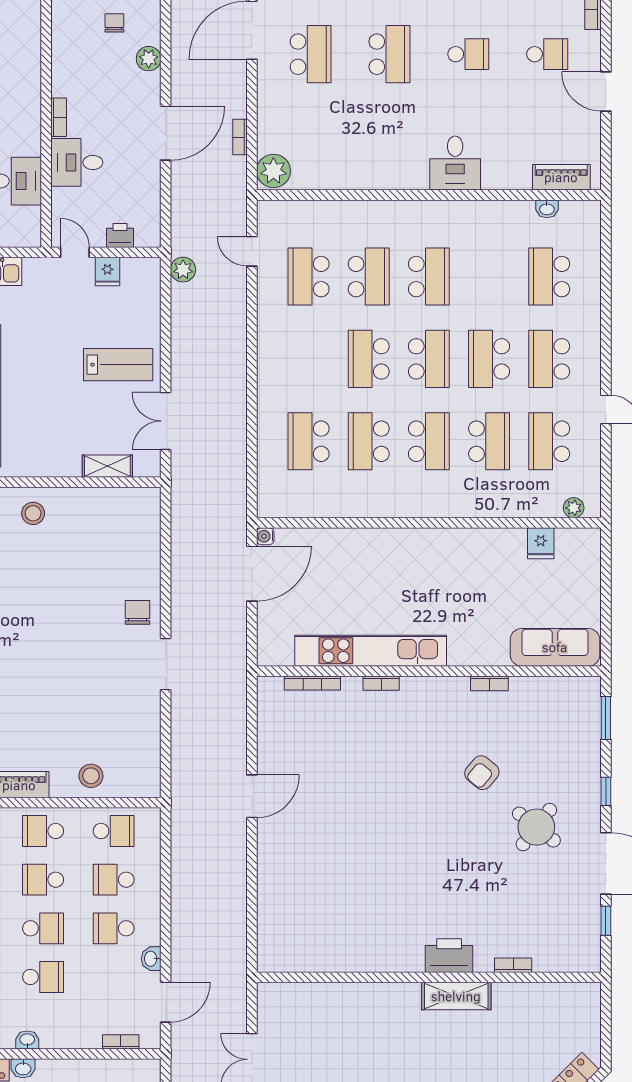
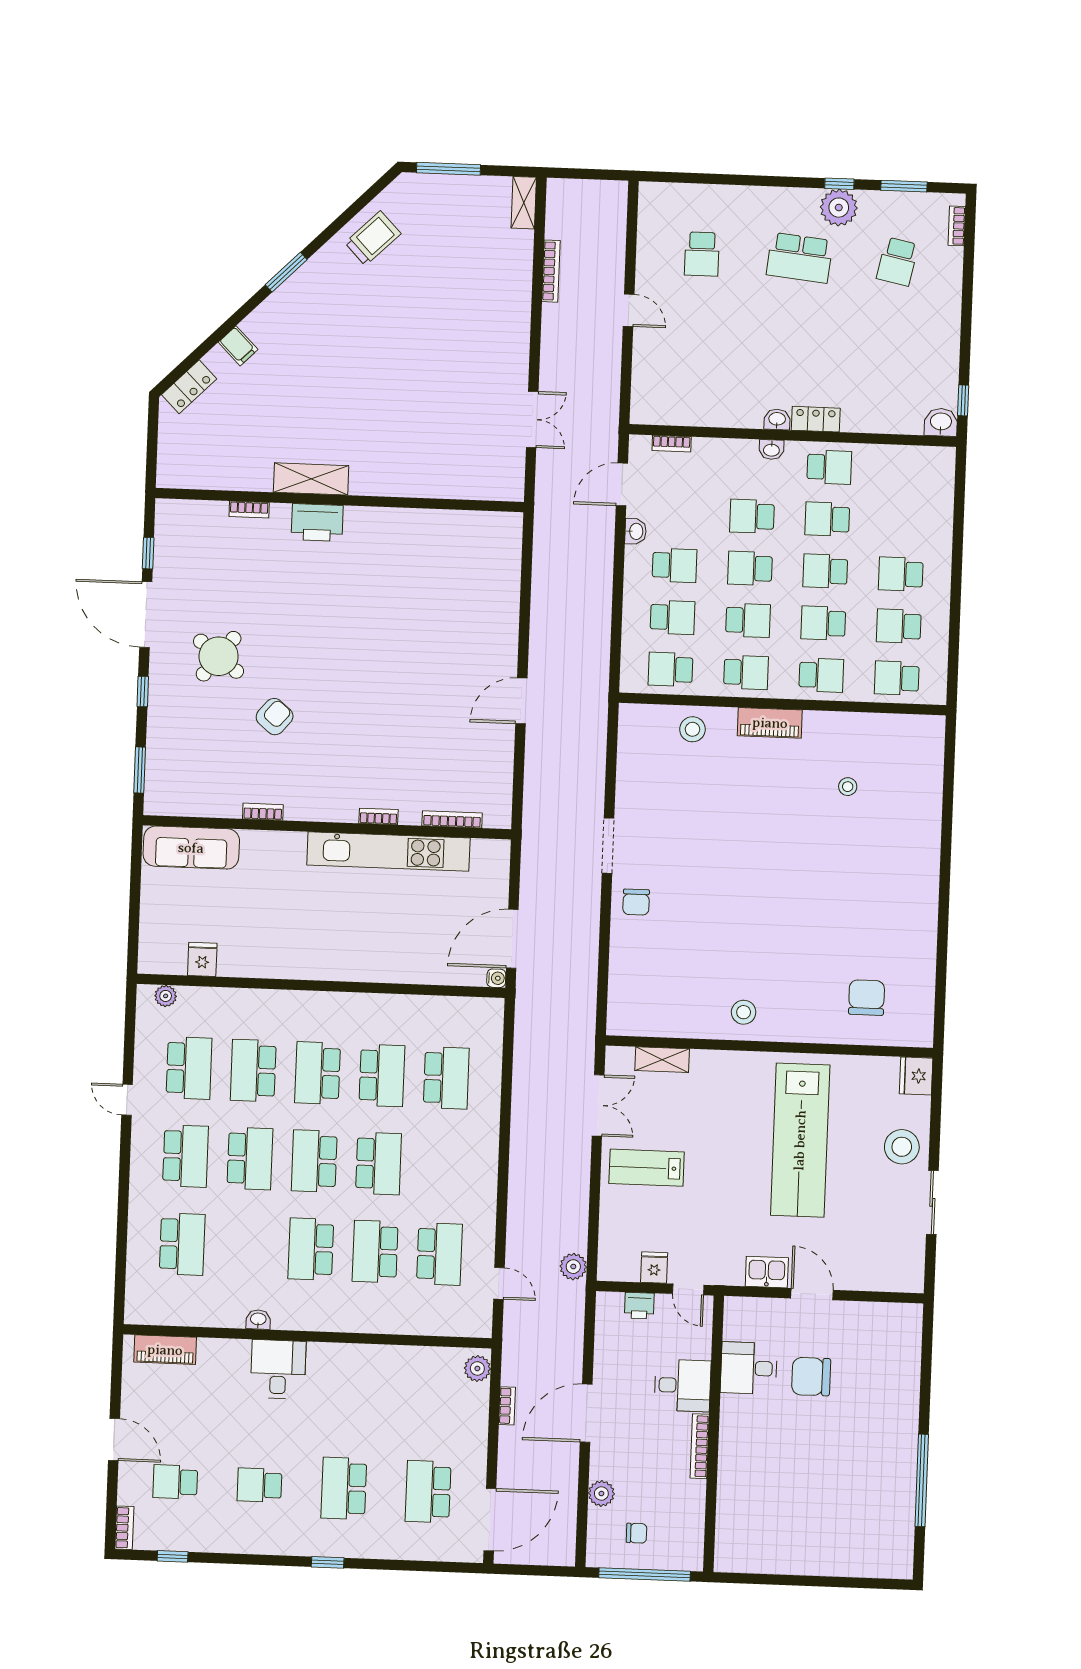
chair: (114, 23) -> (637, 1533), turned -90
bookcase: (59, 117) -> (700, 1446), width x1.56
plant: (273, 171) -> (477, 1368), width x0.73, depth x0.73
washbasin: (547, 209) -> (258, 1320), moved

